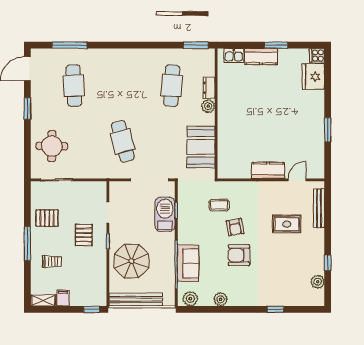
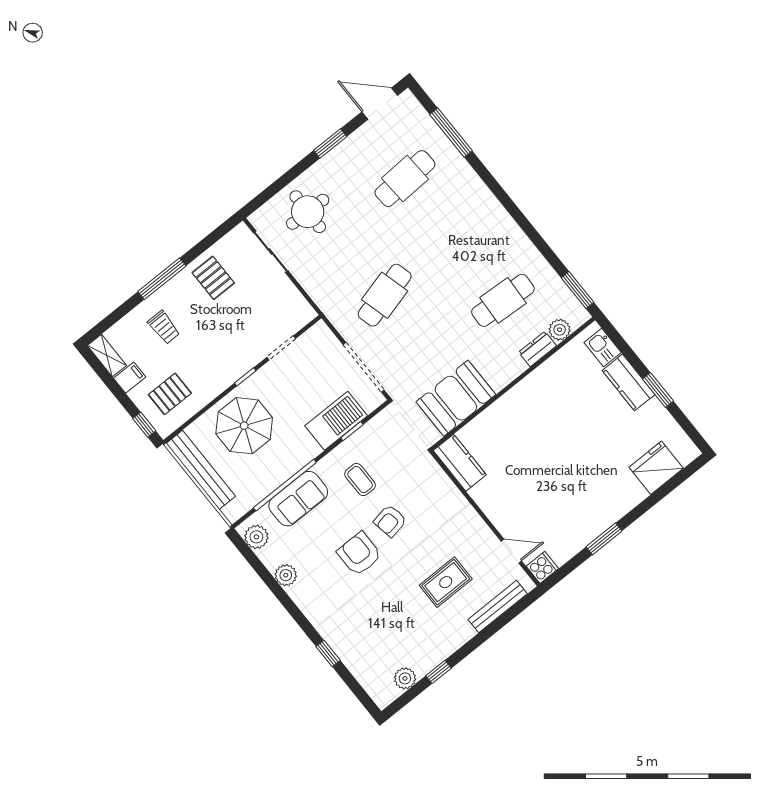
cooker: (317, 55) -> (542, 567), moved, turned 90
plant: (208, 106) -> (560, 330), moved
kitchen counter: (268, 170) -> (460, 463), moved
coffee table: (219, 205) -> (360, 480), moved
rug: (287, 224) -> (446, 582), turned 90
pallet: (84, 235) -> (170, 394), moved

